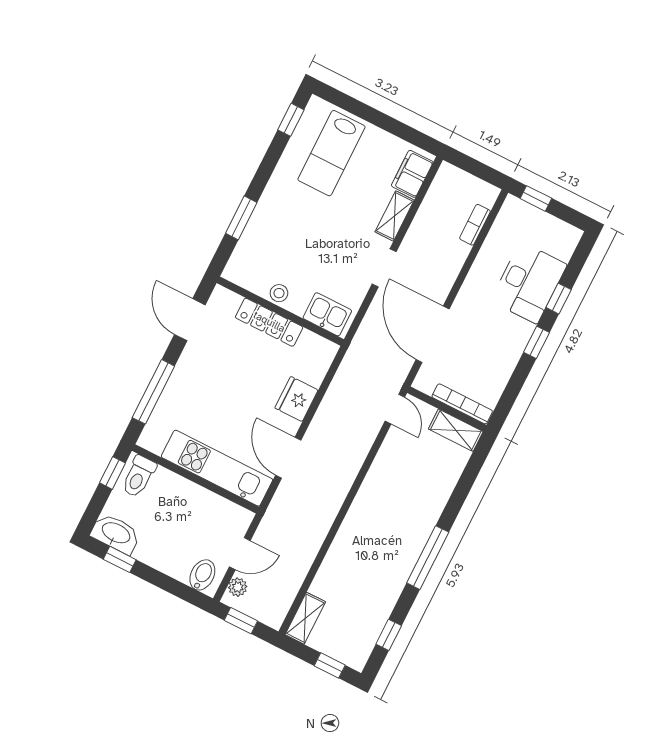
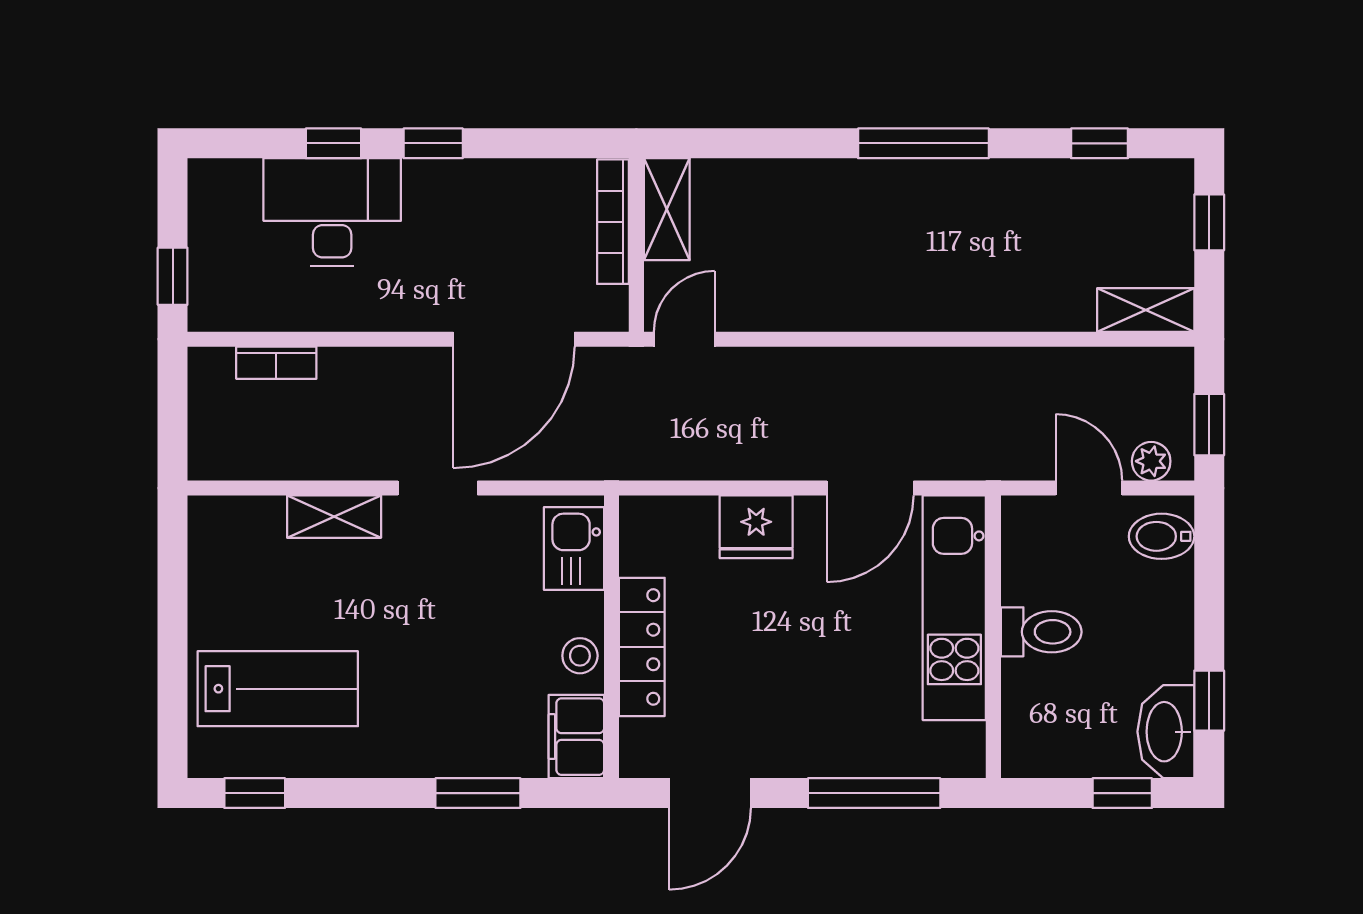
filing cabinet: (412, 174) -> (576, 737), moved, turned 90
window: (112, 473) -> (1122, 793), moved
toilet: (139, 476) -> (1041, 632), moved

